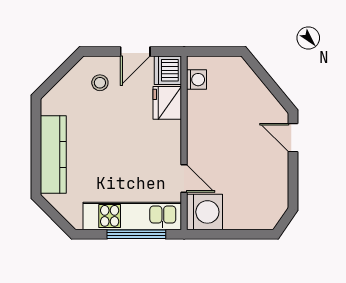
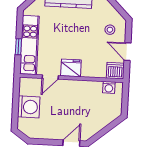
fridge: (167, 103) -> (71, 68), moved
washing machine: (205, 212) -> (29, 107), moved, turned -90
window: (136, 234) -> (18, 47), width x0.46

